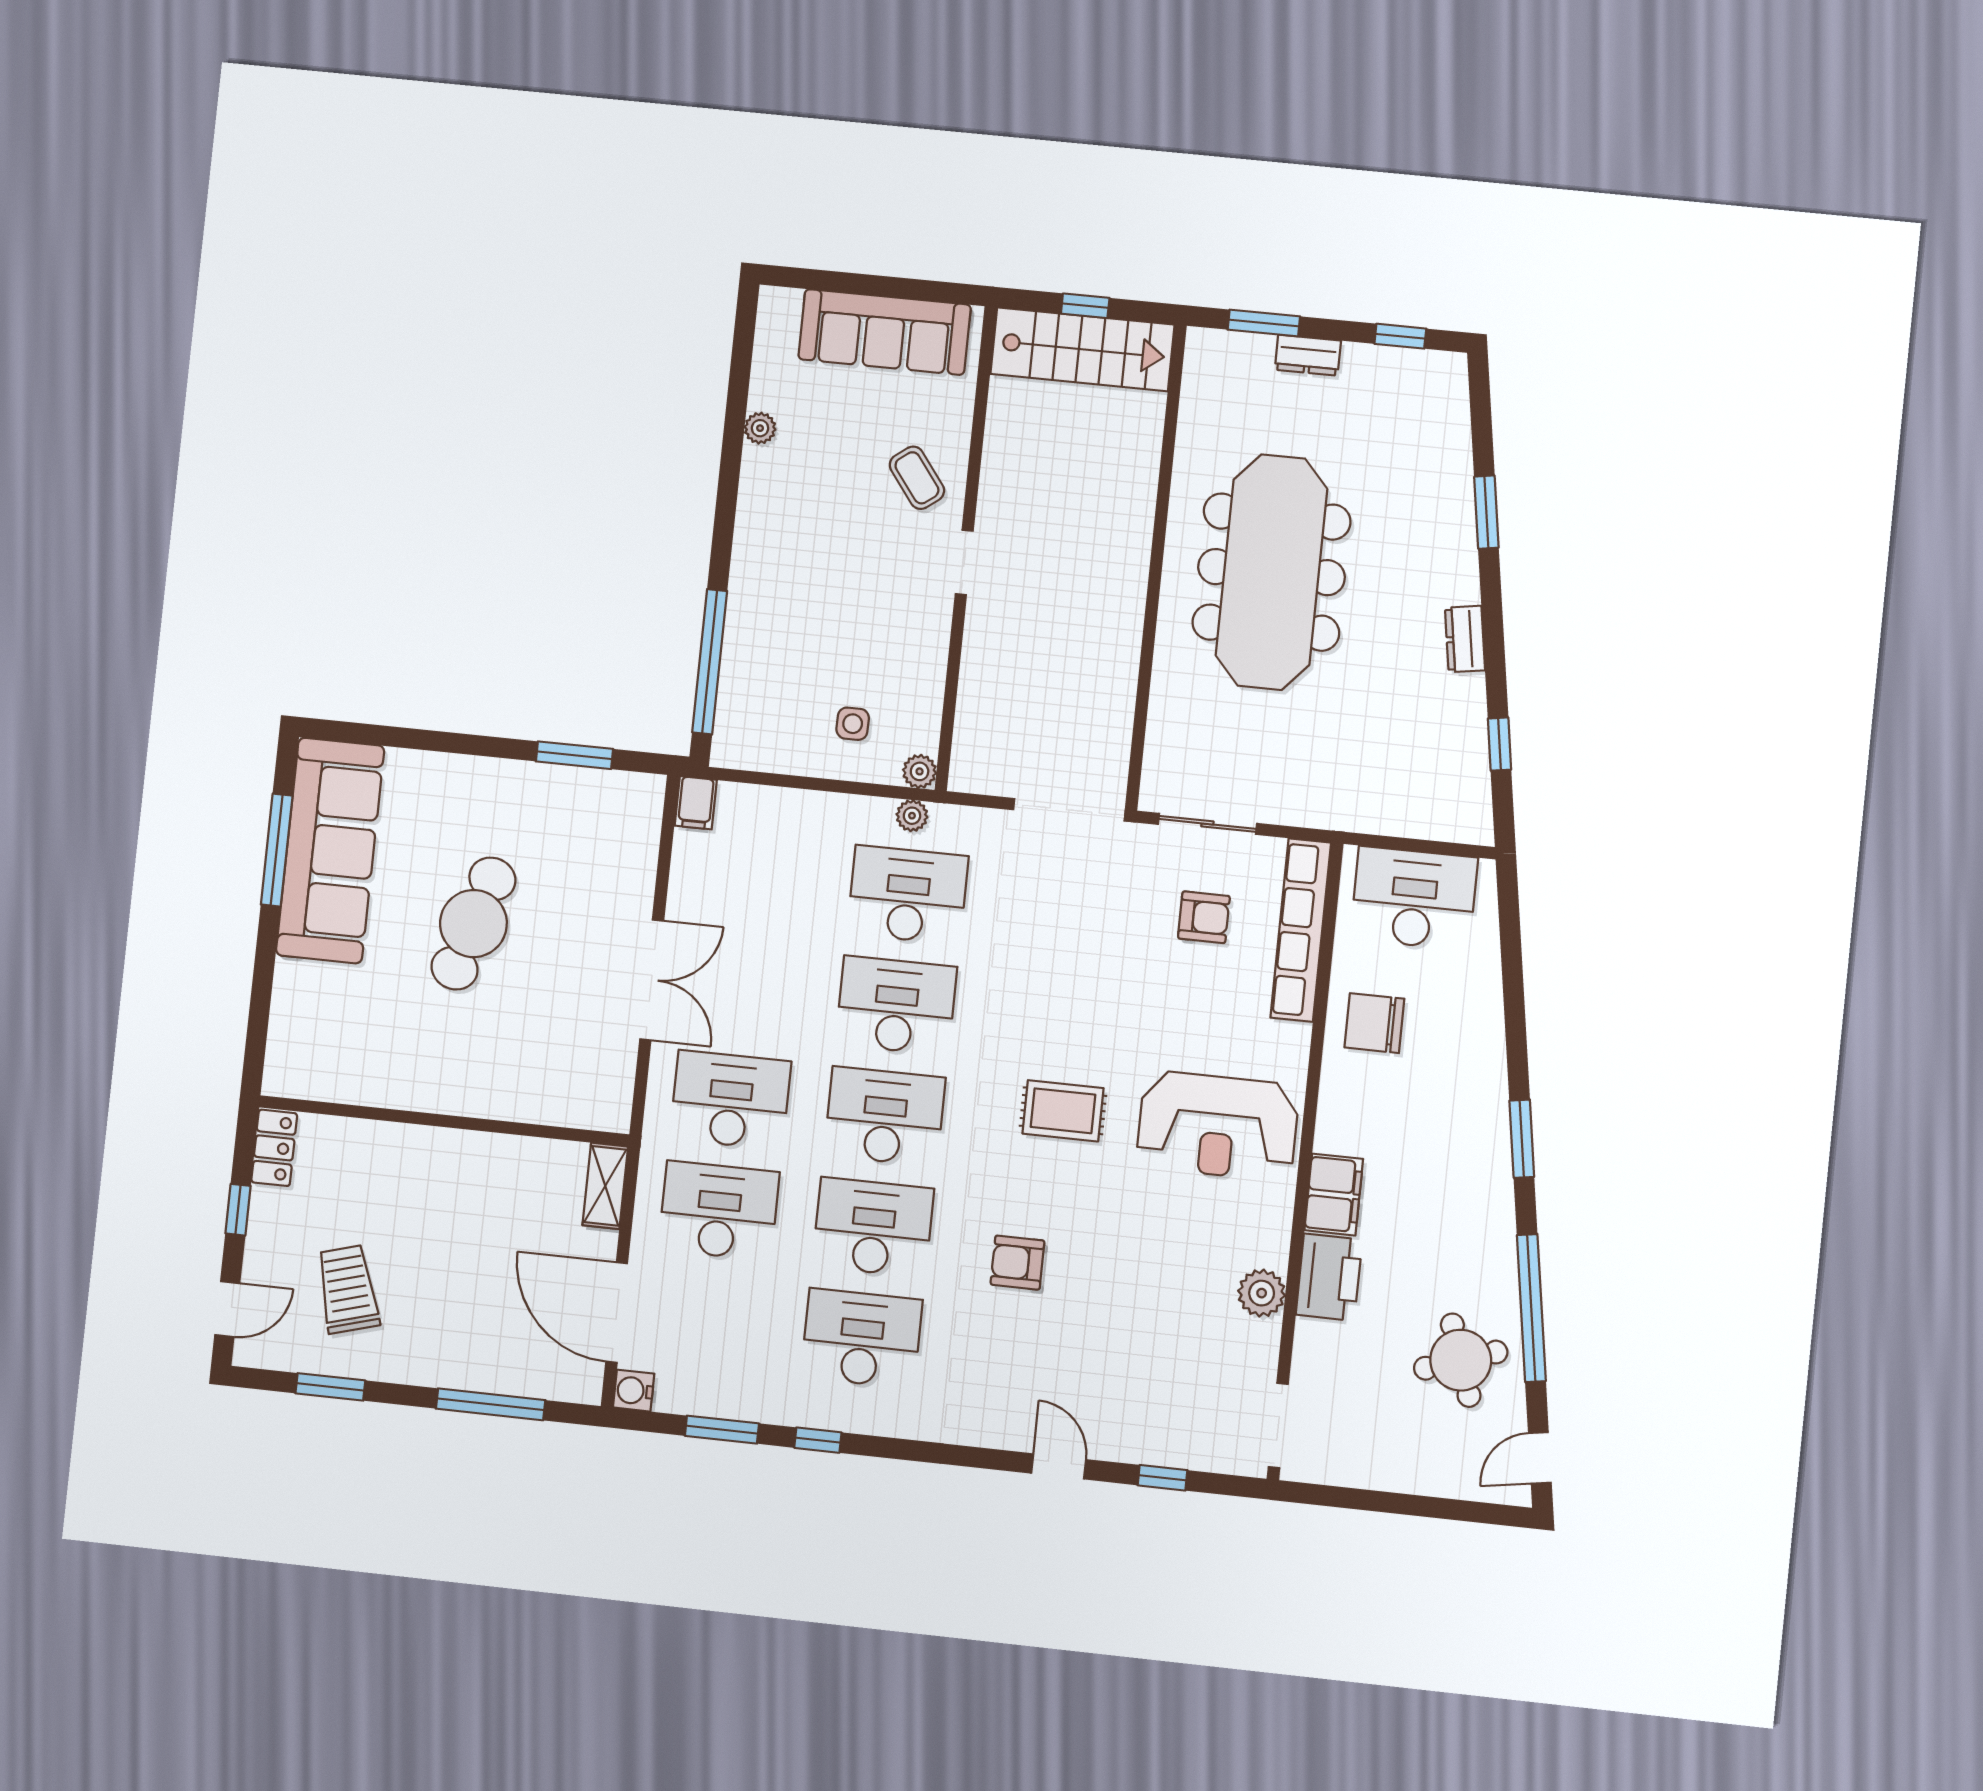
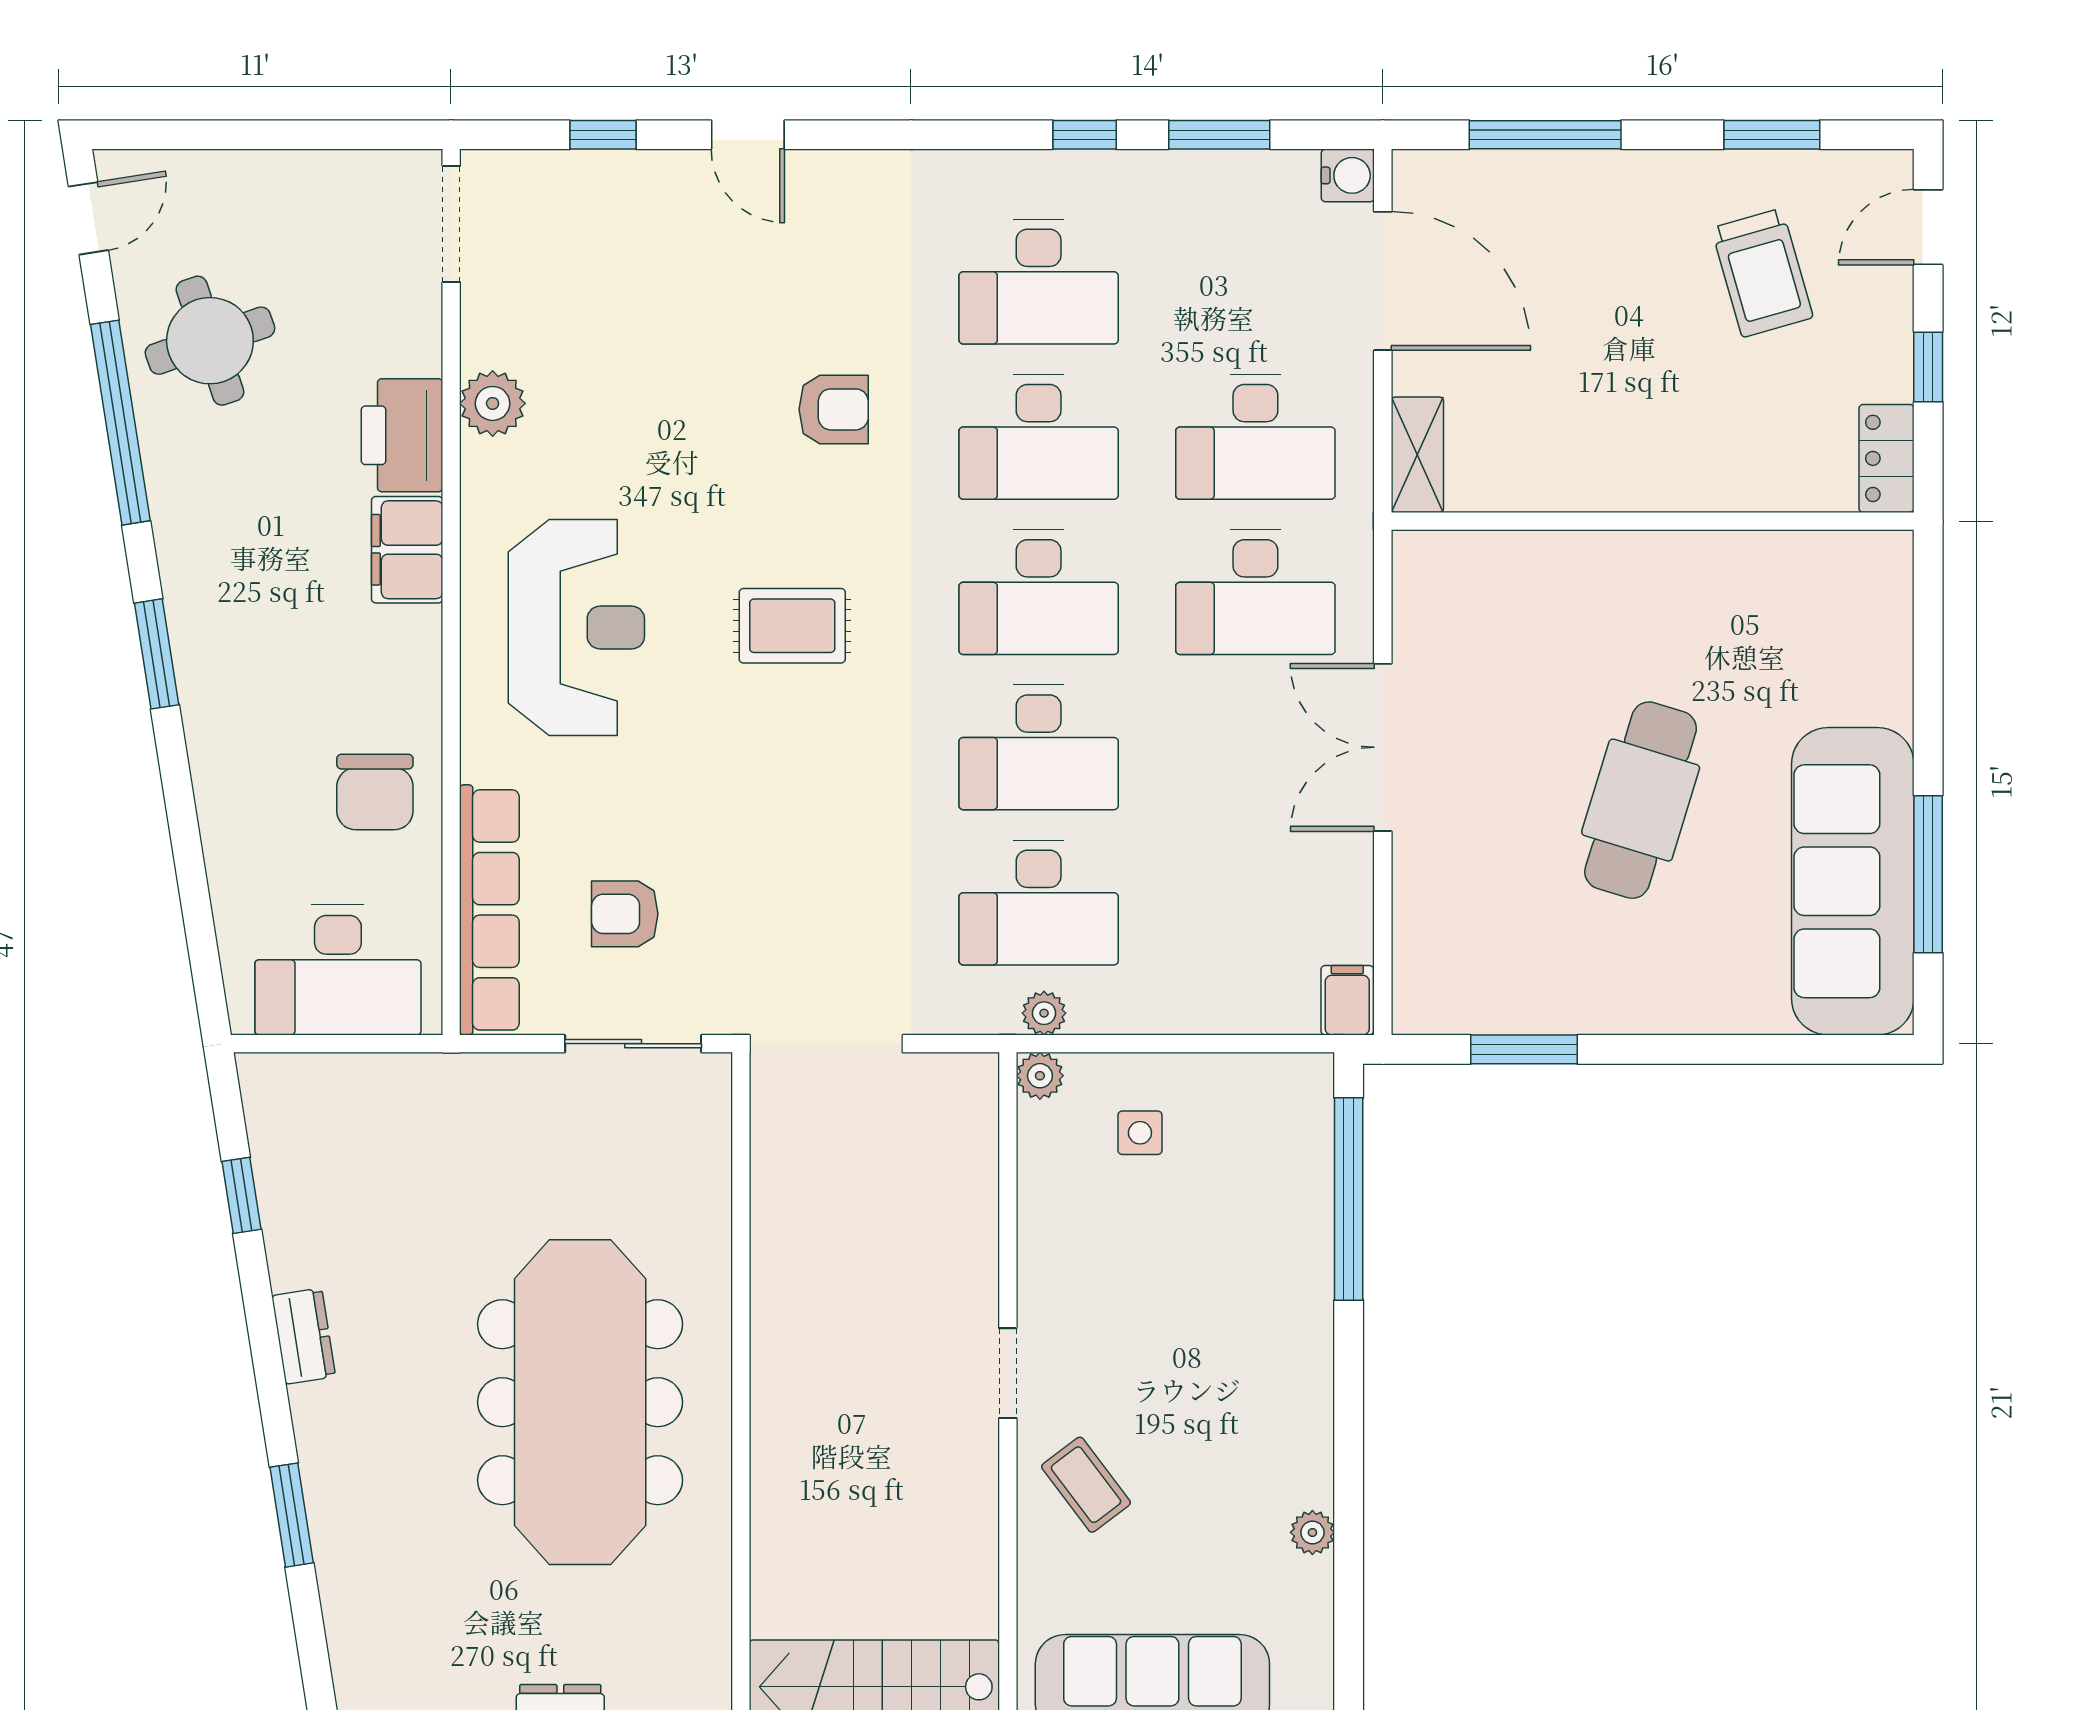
chair: (1374, 1023) -> (375, 792), turned 90
reception desk: (1218, 1126) -> (576, 628), turned 90

